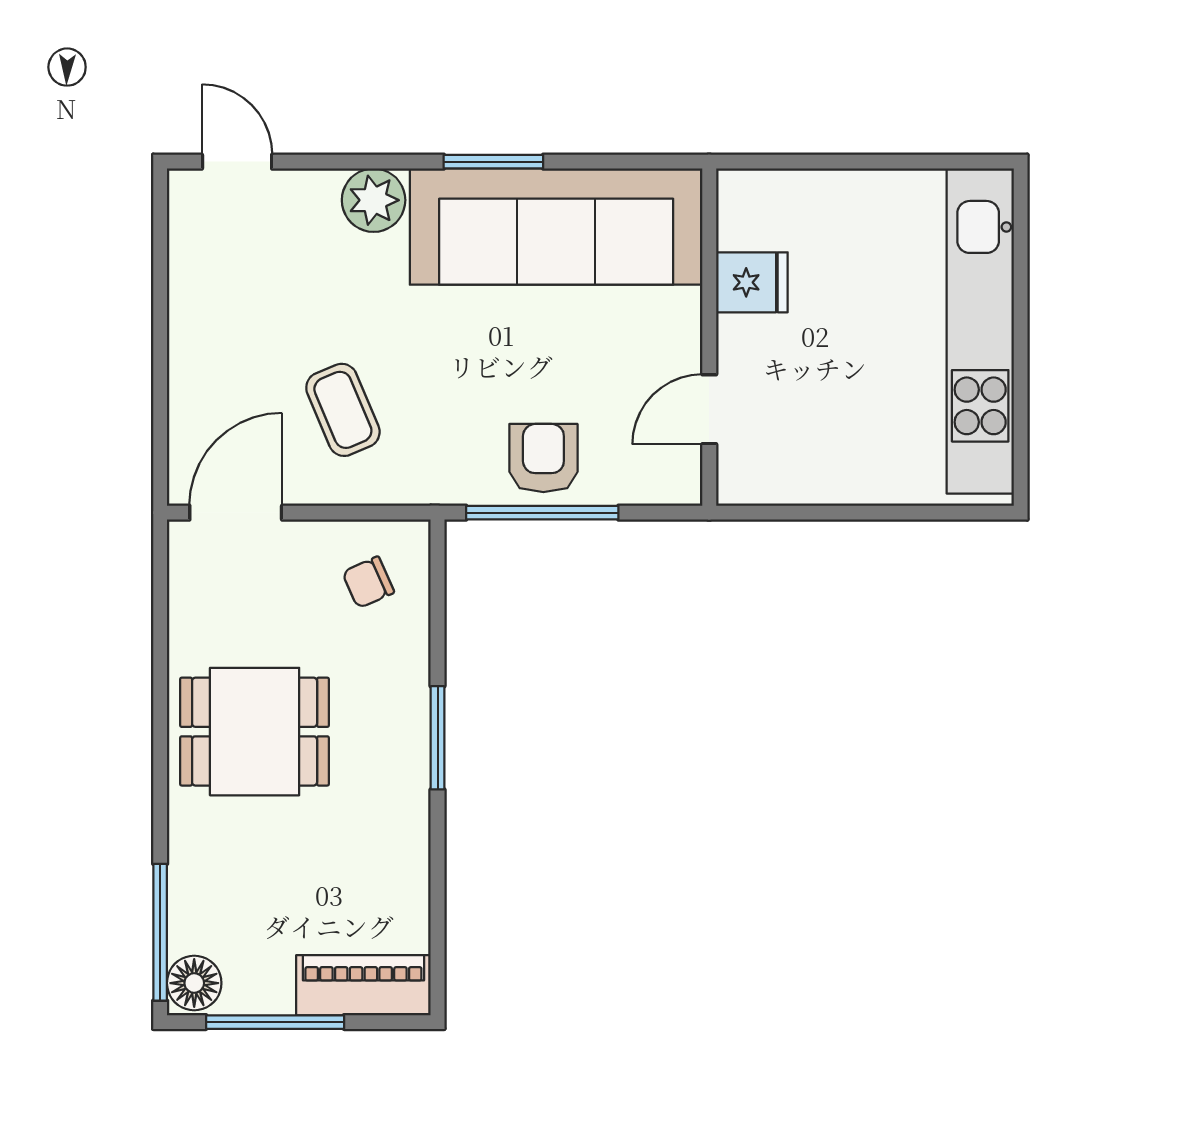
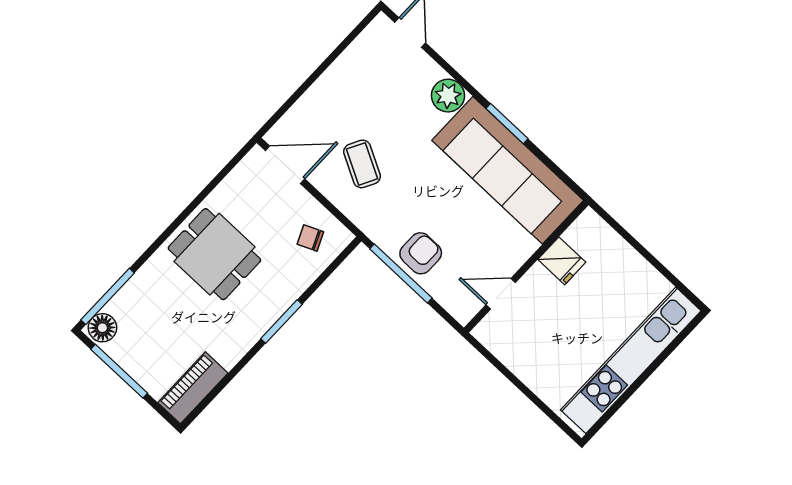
coffee table: (343, 410) -> (362, 164), turned -39
piano: (363, 985) -> (193, 388), moved, turned -90

